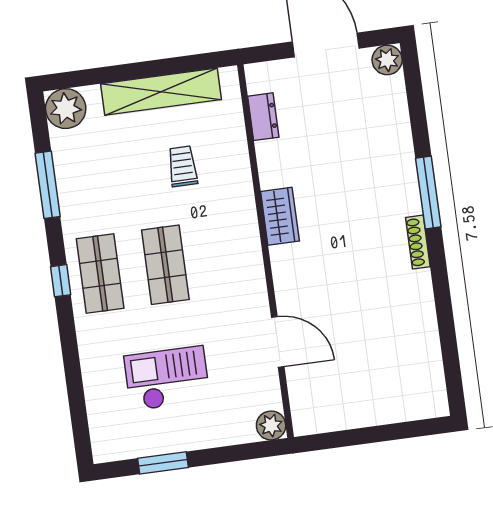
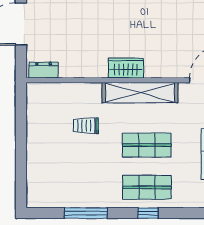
shelving: (161, 92) -> (140, 93), moved, turned 90
plant: (66, 109) -> (39, 195), removed
dresser: (263, 117) -> (43, 70), moved

